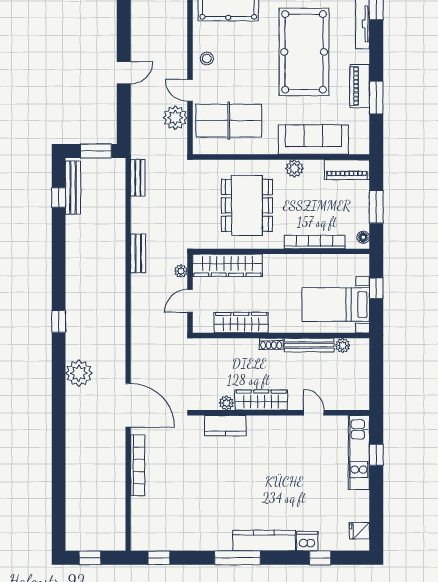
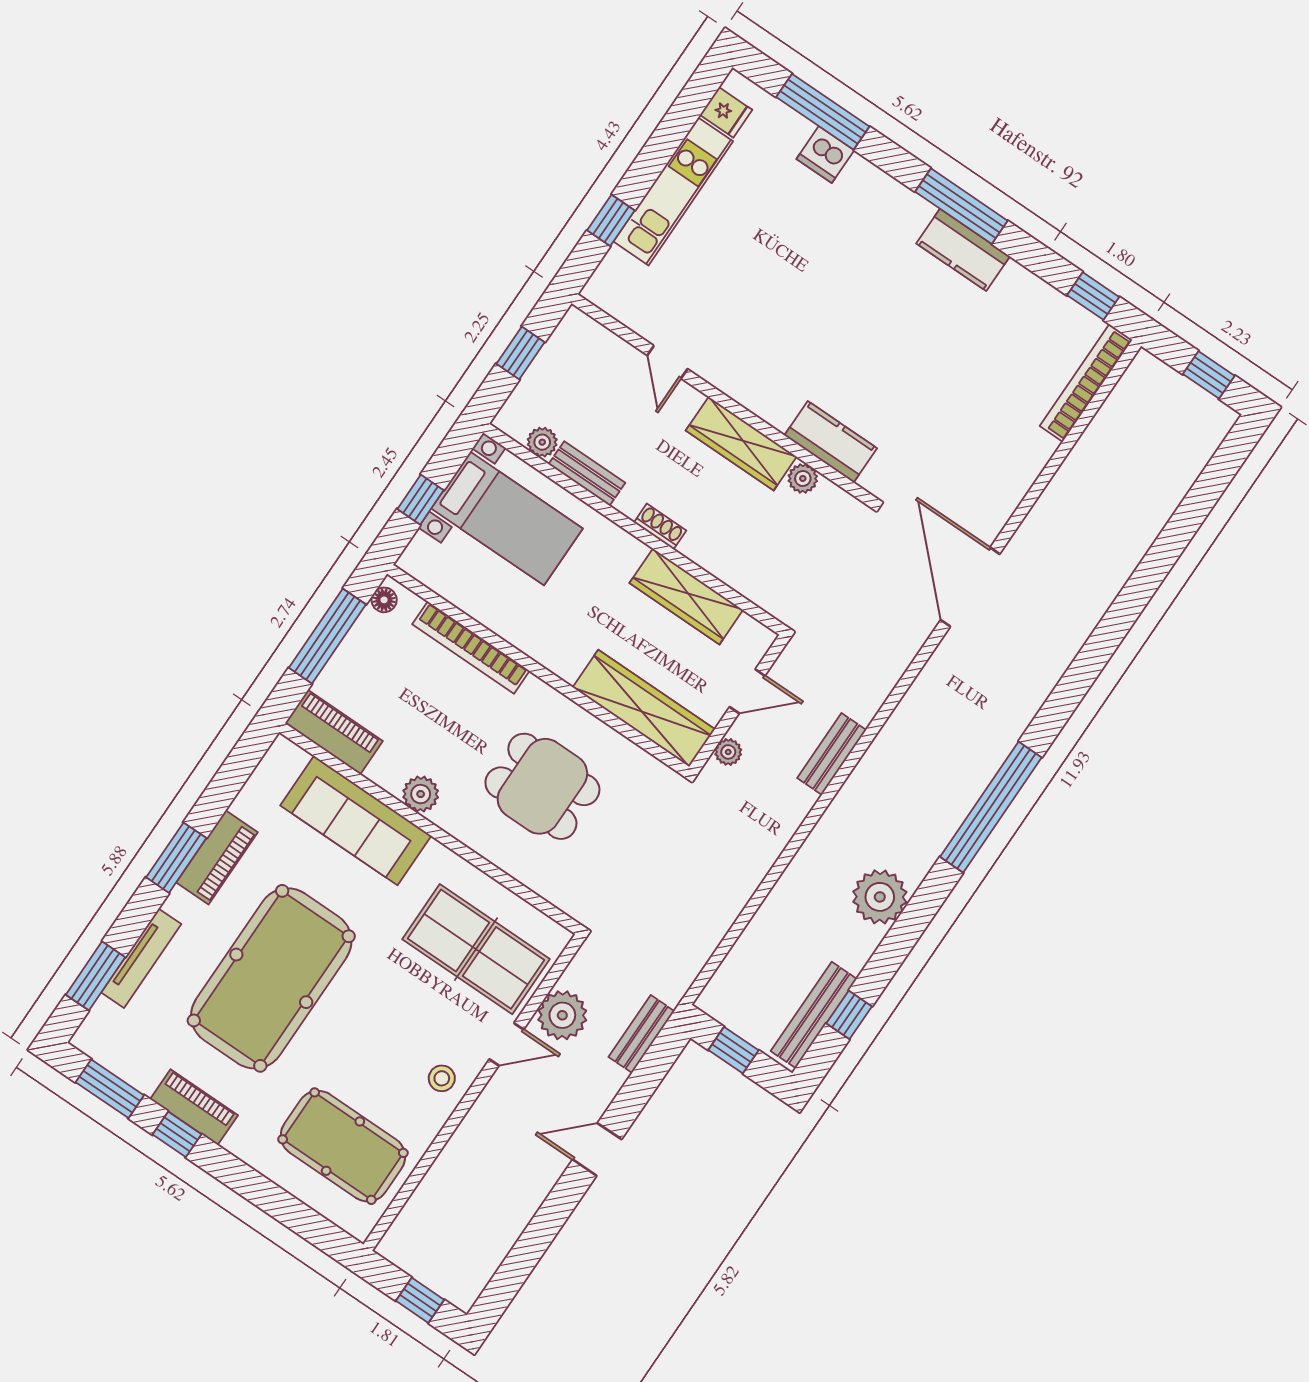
door: (190, 90) -> (506, 1044), hinge flipped
window: (376, 98) -> (176, 858), moved
window: (96, 151) -> (733, 1050), width x0.67
bench: (138, 178) -> (642, 1034), moved
dining table: (247, 205) -> (542, 786), width x0.73
window: (376, 207) -> (327, 636), width x1.44
bench: (138, 253) -> (832, 754), moved
window: (59, 321) -> (991, 807), width x3.17
bench: (309, 345) -> (587, 473), width x0.73
plant: (79, 373) -> (880, 897), moved
window: (376, 376) -> (520, 353), added
kitchen unit: (359, 452) -> (673, 191), moved
bookcase: (138, 465) -> (1086, 383), moved
kitchen counter: (264, 541) -> (963, 250), moved, width x0.67
window: (320, 558) -> (823, 112), width x2.17

